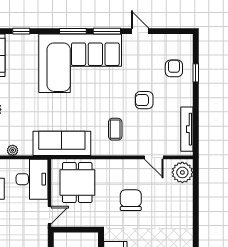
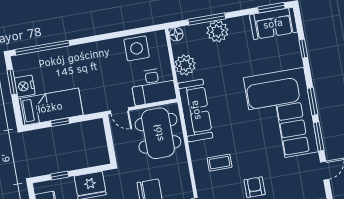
plant: (13, 150) -> (185, 65), width x1.87, depth x1.87
dining table: (77, 183) -> (158, 133), width x1.38

